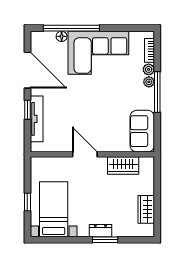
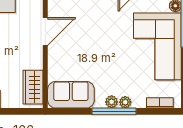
plant: (149, 69) -> (112, 102), moved
wardrobe: (123, 166) -> (33, 87), moved

